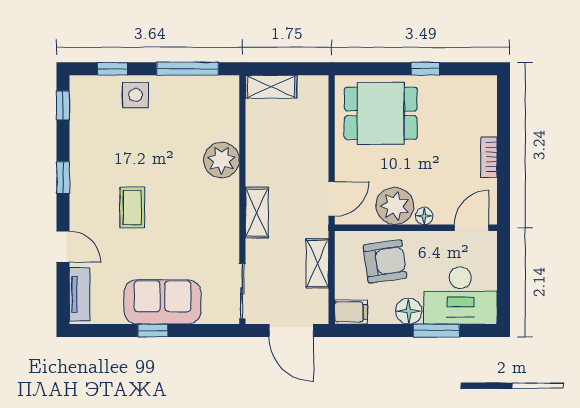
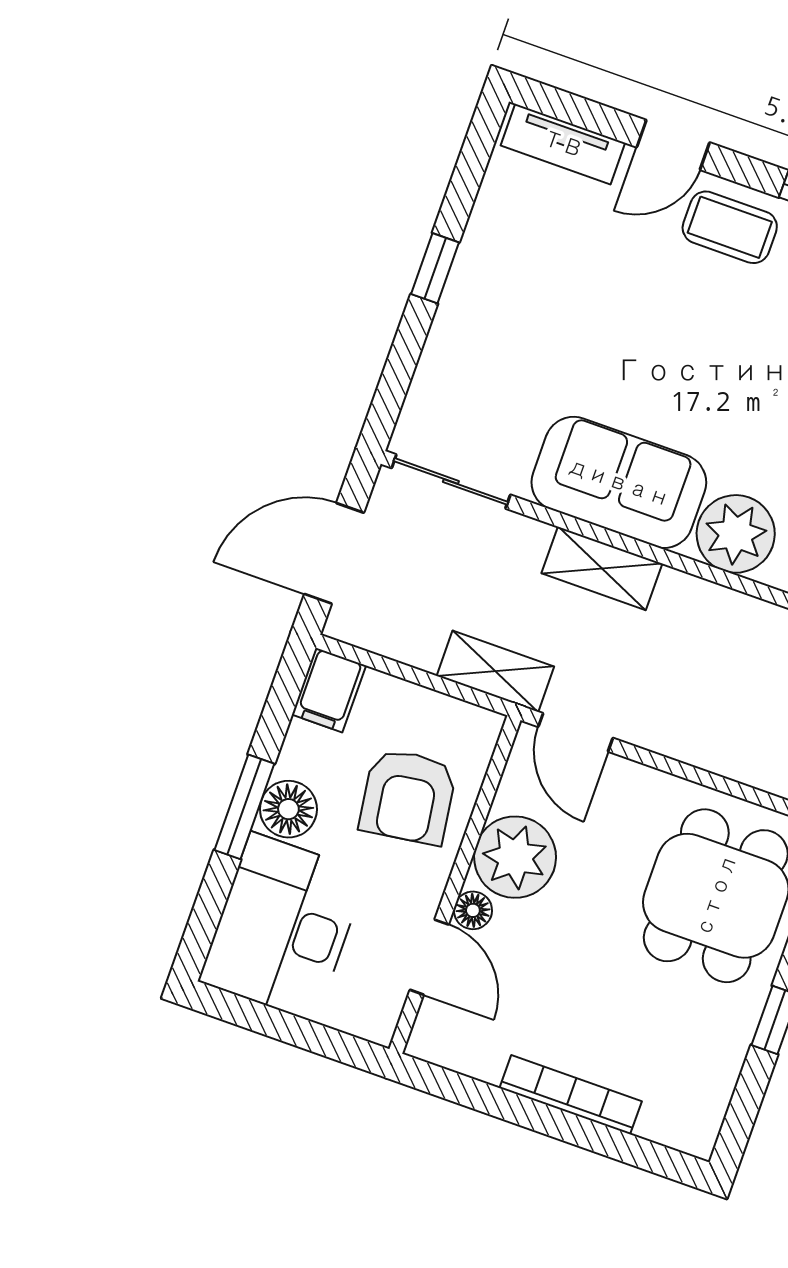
bookcase: (489, 157) -> (571, 1095), width x1.56
coffee table: (132, 208) -> (730, 227), moved
door: (472, 228) -> (429, 957), moved
shelving: (318, 263) -> (495, 671), moved
sofa: (163, 302) -> (619, 482), moved, turned -90
window: (436, 331) -> (244, 807), moved

